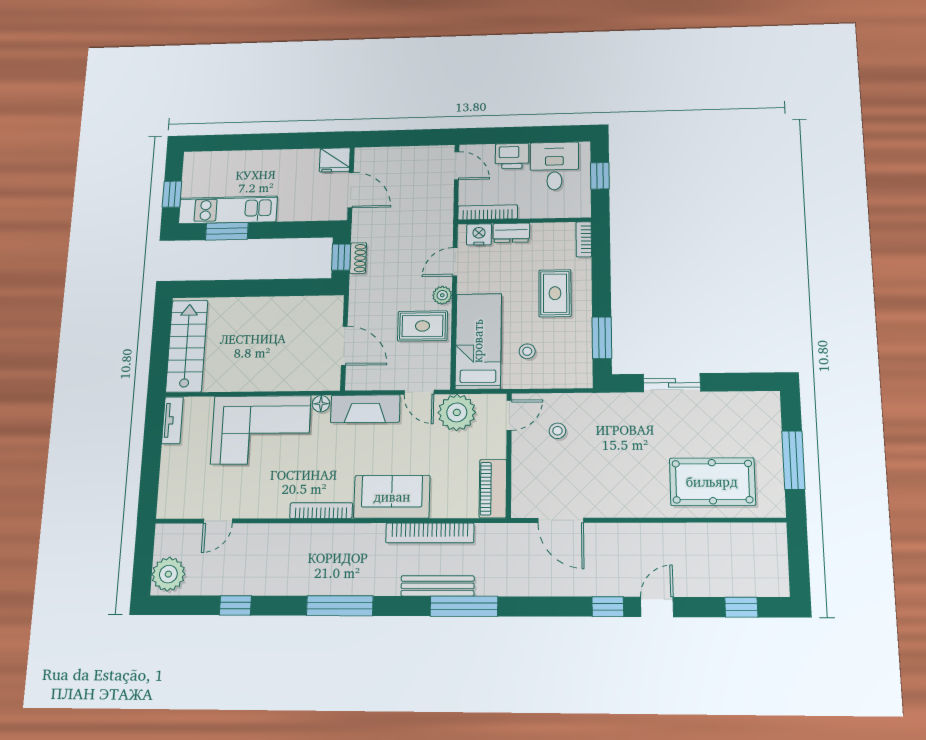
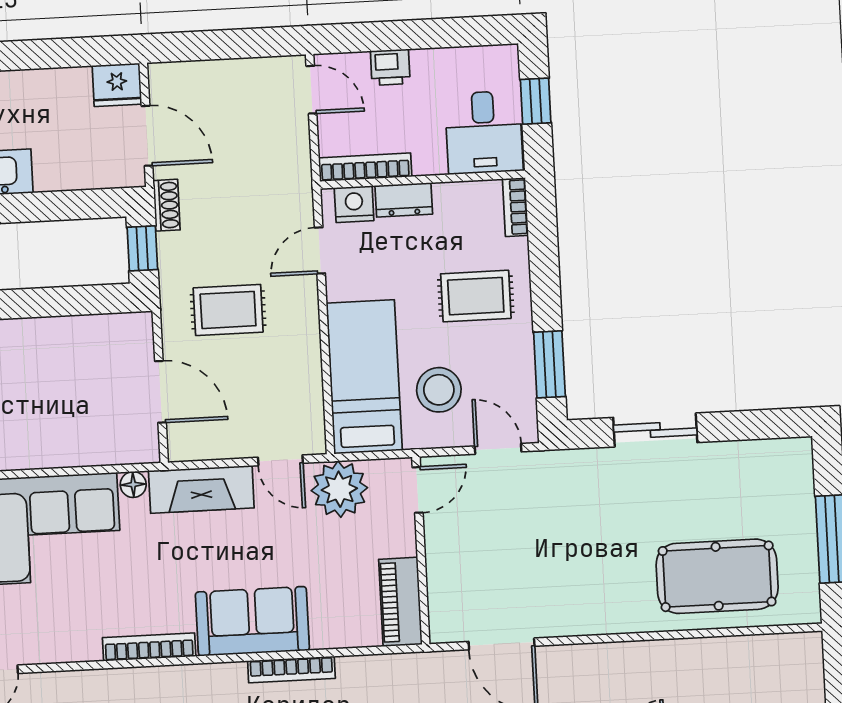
printer: (512, 156) -> (390, 67), width x0.73, depth x0.81
desk: (554, 166) -> (484, 132), moved, turned 180
shoe rack: (358, 258) -> (167, 205), moved
rug: (555, 293) -> (476, 296), turned 90
plant: (442, 295) -> (304, 305), removed
rug: (422, 326) -> (228, 310), moved
stool: (527, 351) -> (439, 390), width x1.89, depth x1.89
door: (565, 391) -> (498, 449), added
stool: (557, 431) -> (490, 511), removed
bookcase: (430, 533) -> (291, 670), width x0.68, depth x0.76

